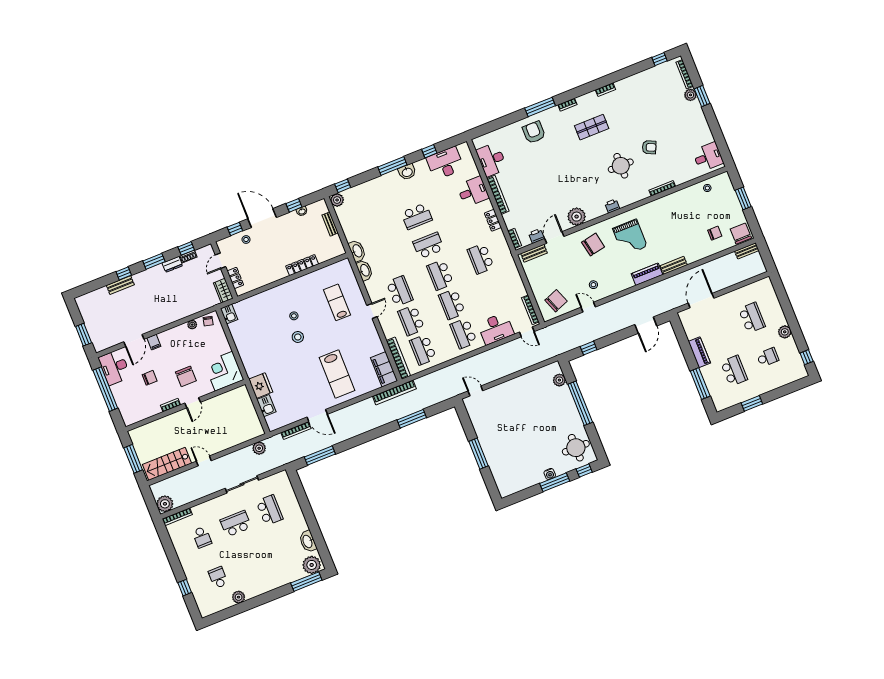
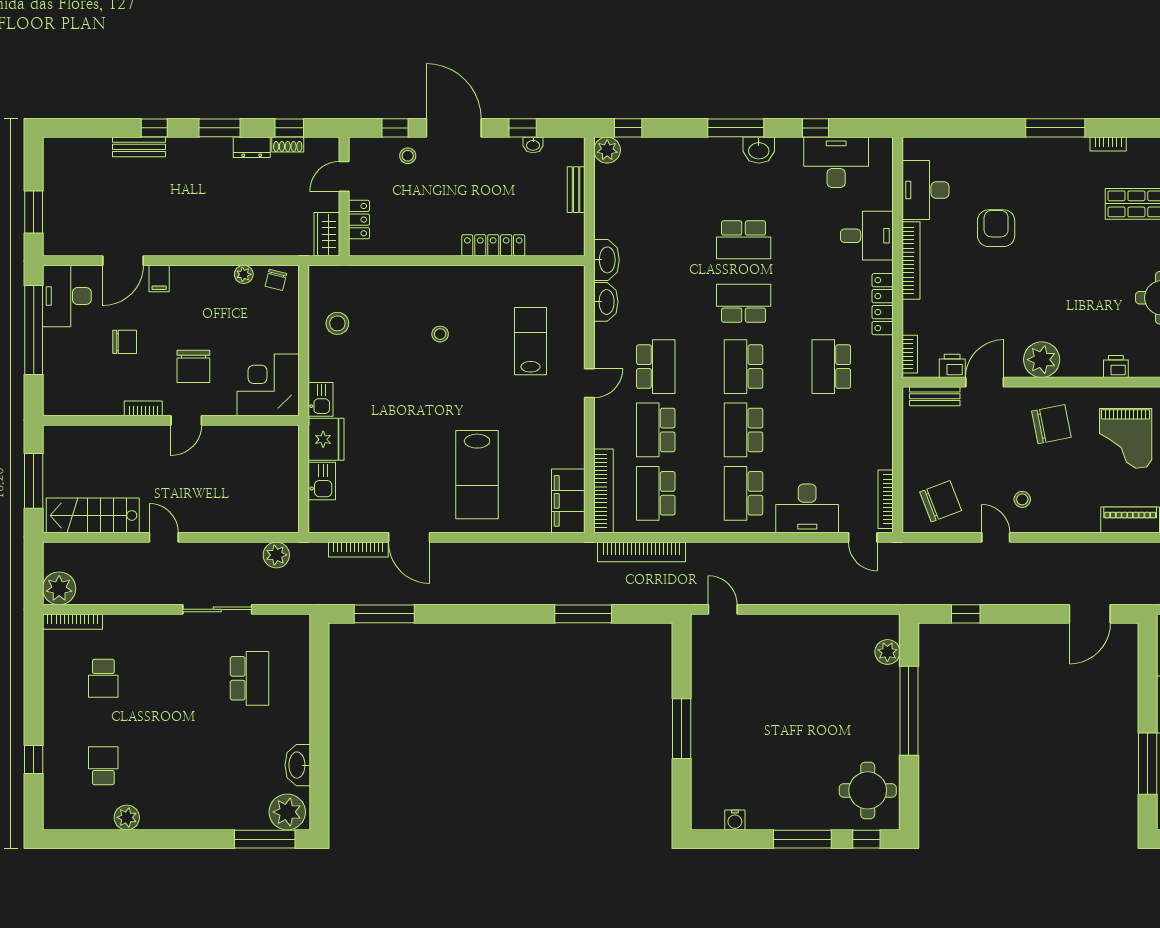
armchair: (534, 132) -> (996, 228), moved
locker: (493, 220) -> (883, 304), width x1.53
kitchen sink: (229, 314) -> (320, 399), moved
stool: (298, 337) -> (337, 323), moved
bookcase: (394, 392) -> (641, 552), moved
water cooler: (550, 474) -> (735, 820), moved
school desk: (236, 524) -> (176, 678), removed

